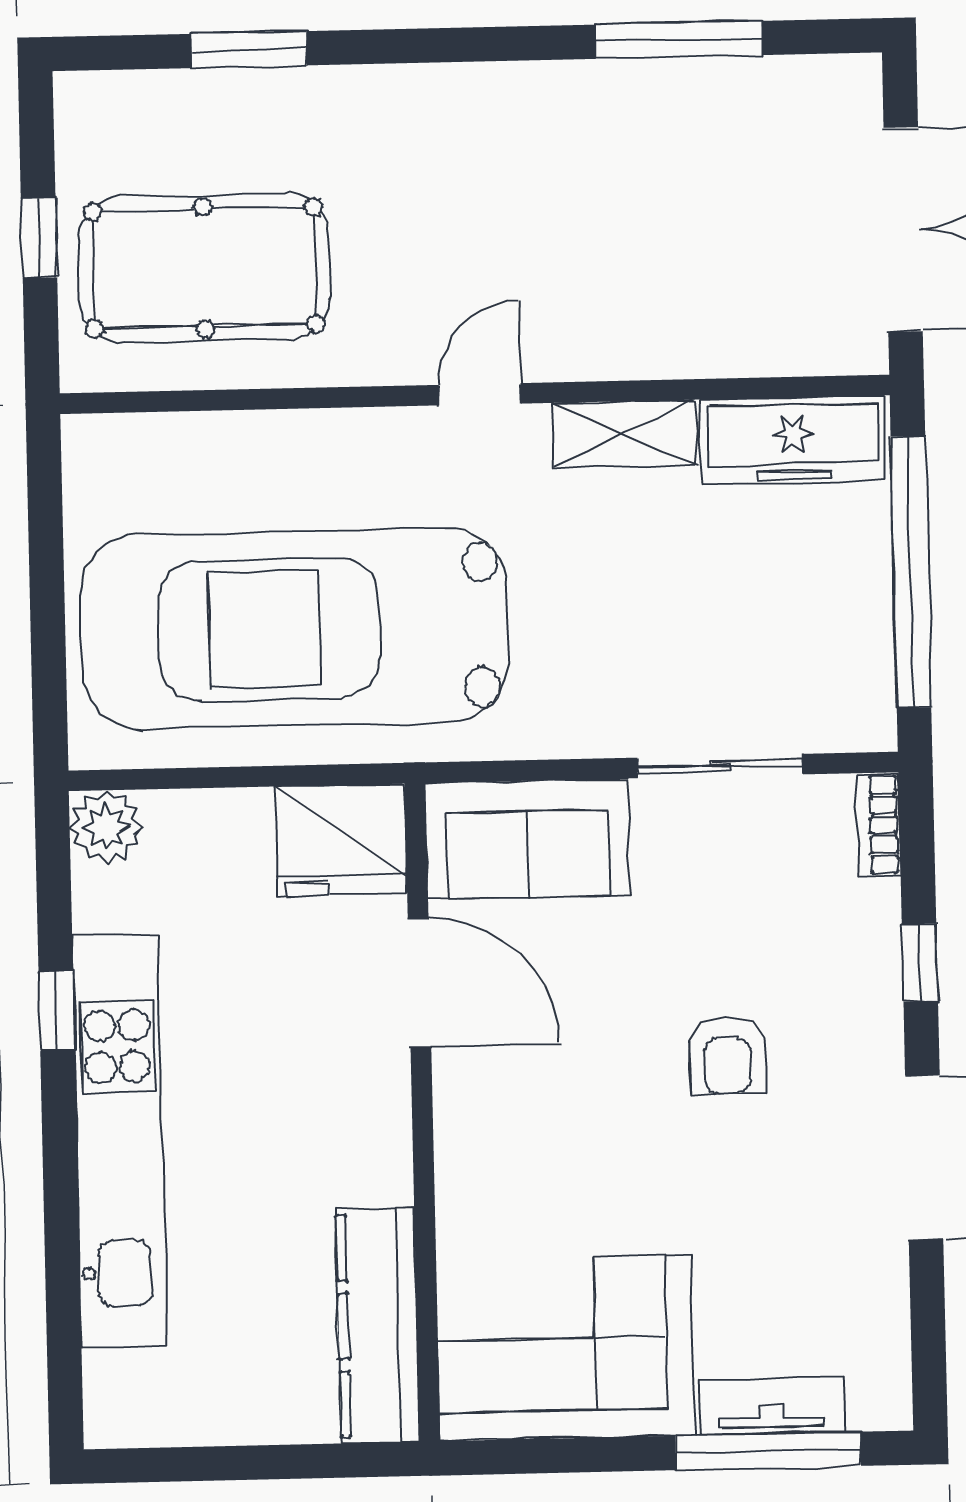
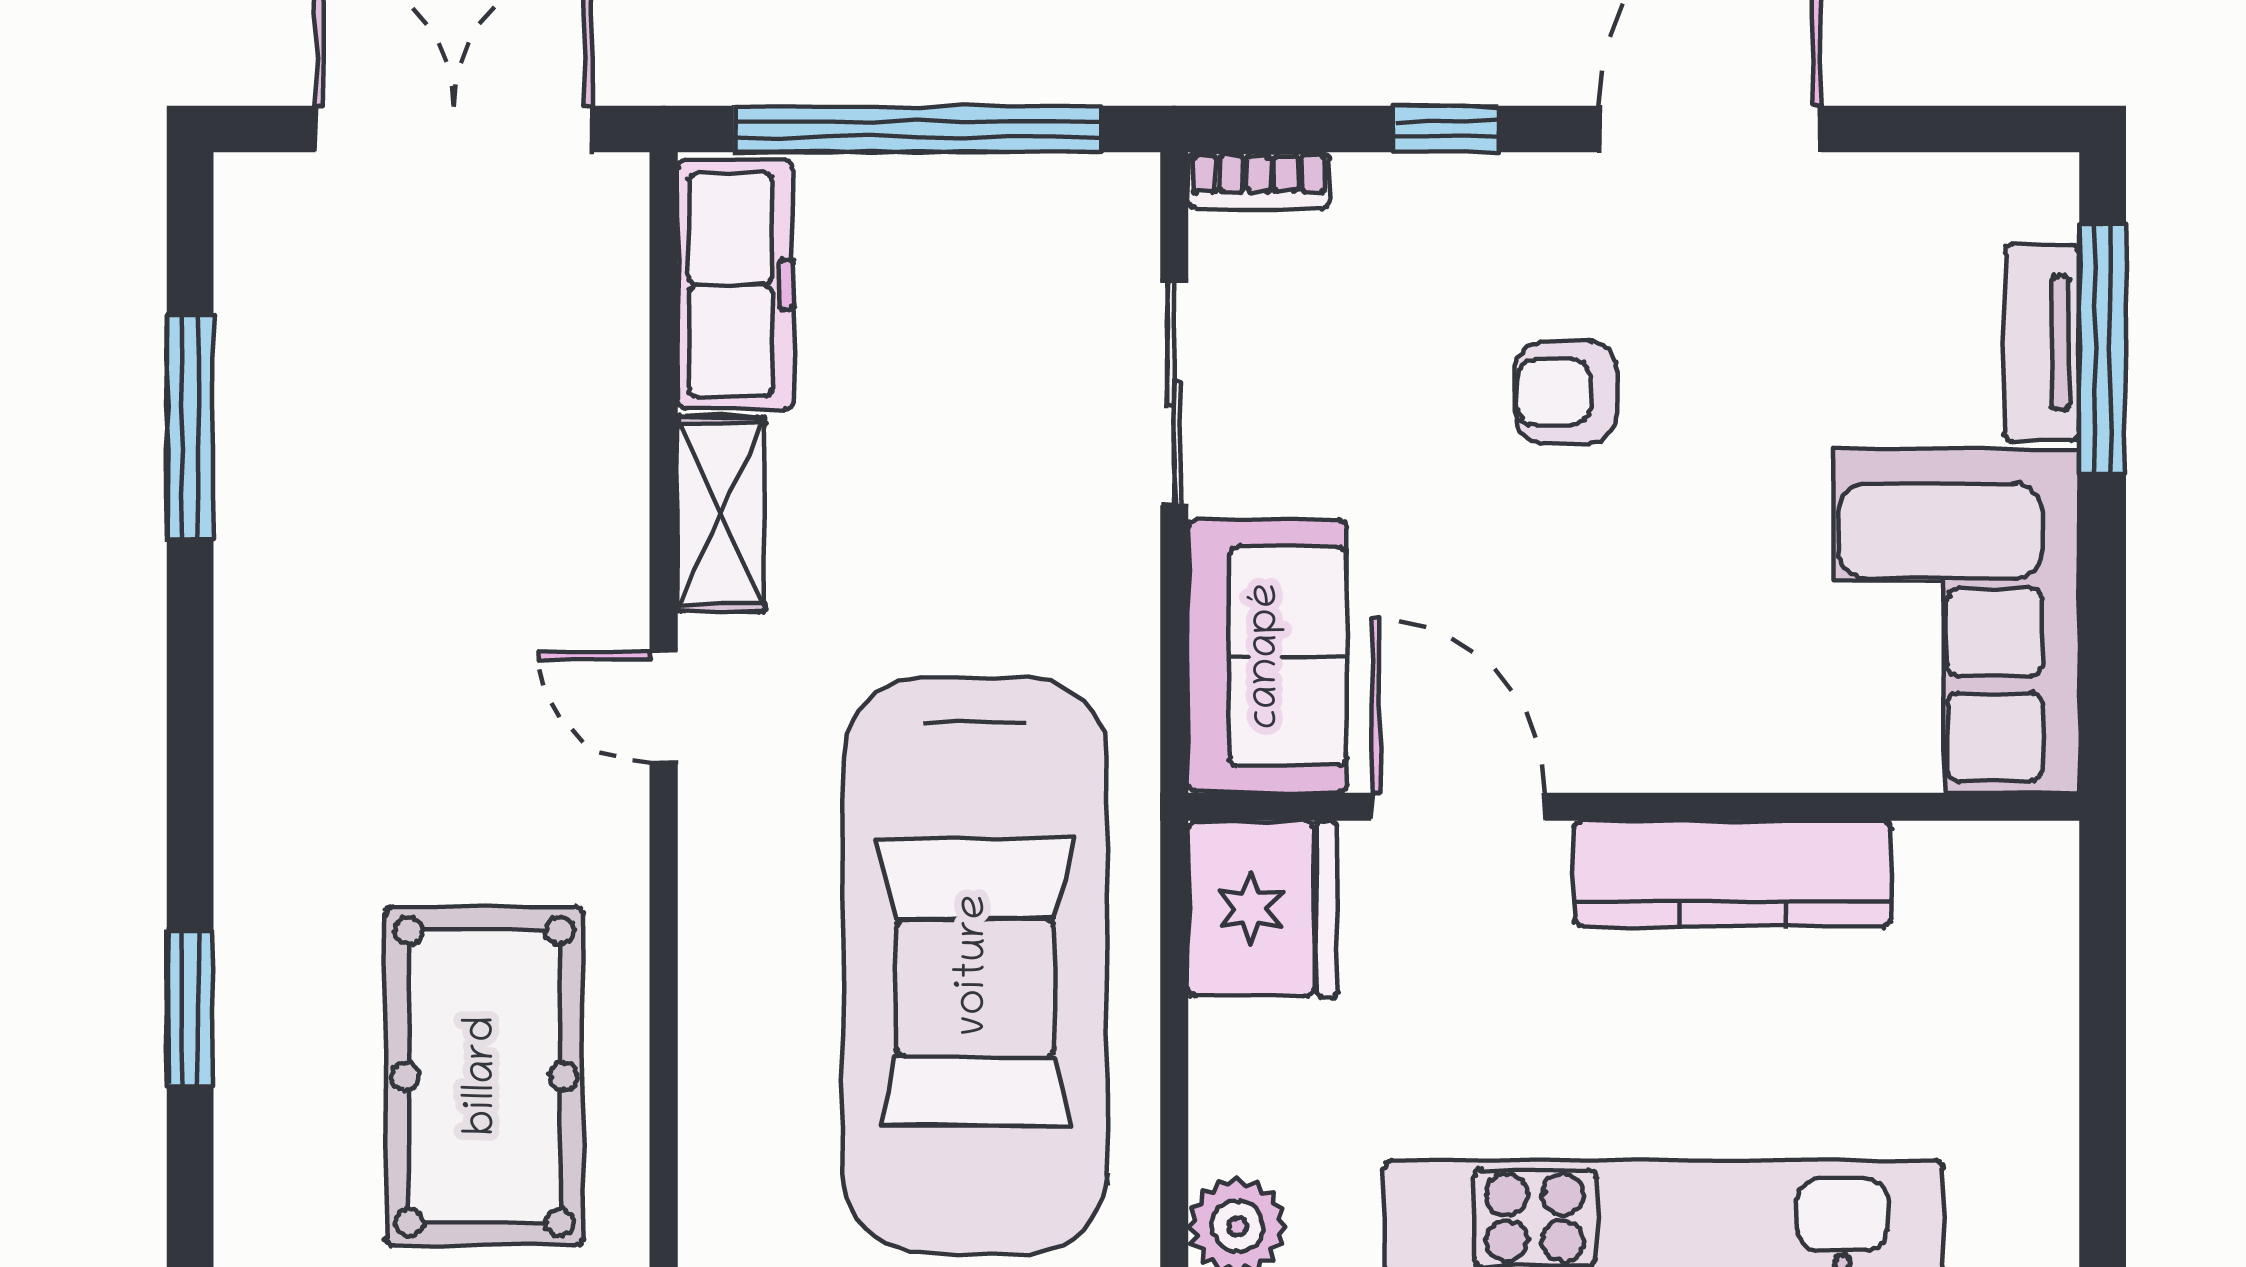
door: (419, 983) -> (1458, 807), hinge flipped
armchair: (727, 1055) -> (1566, 392), turned 180
kitchen counter: (378, 1325) -> (1732, 874), moved

